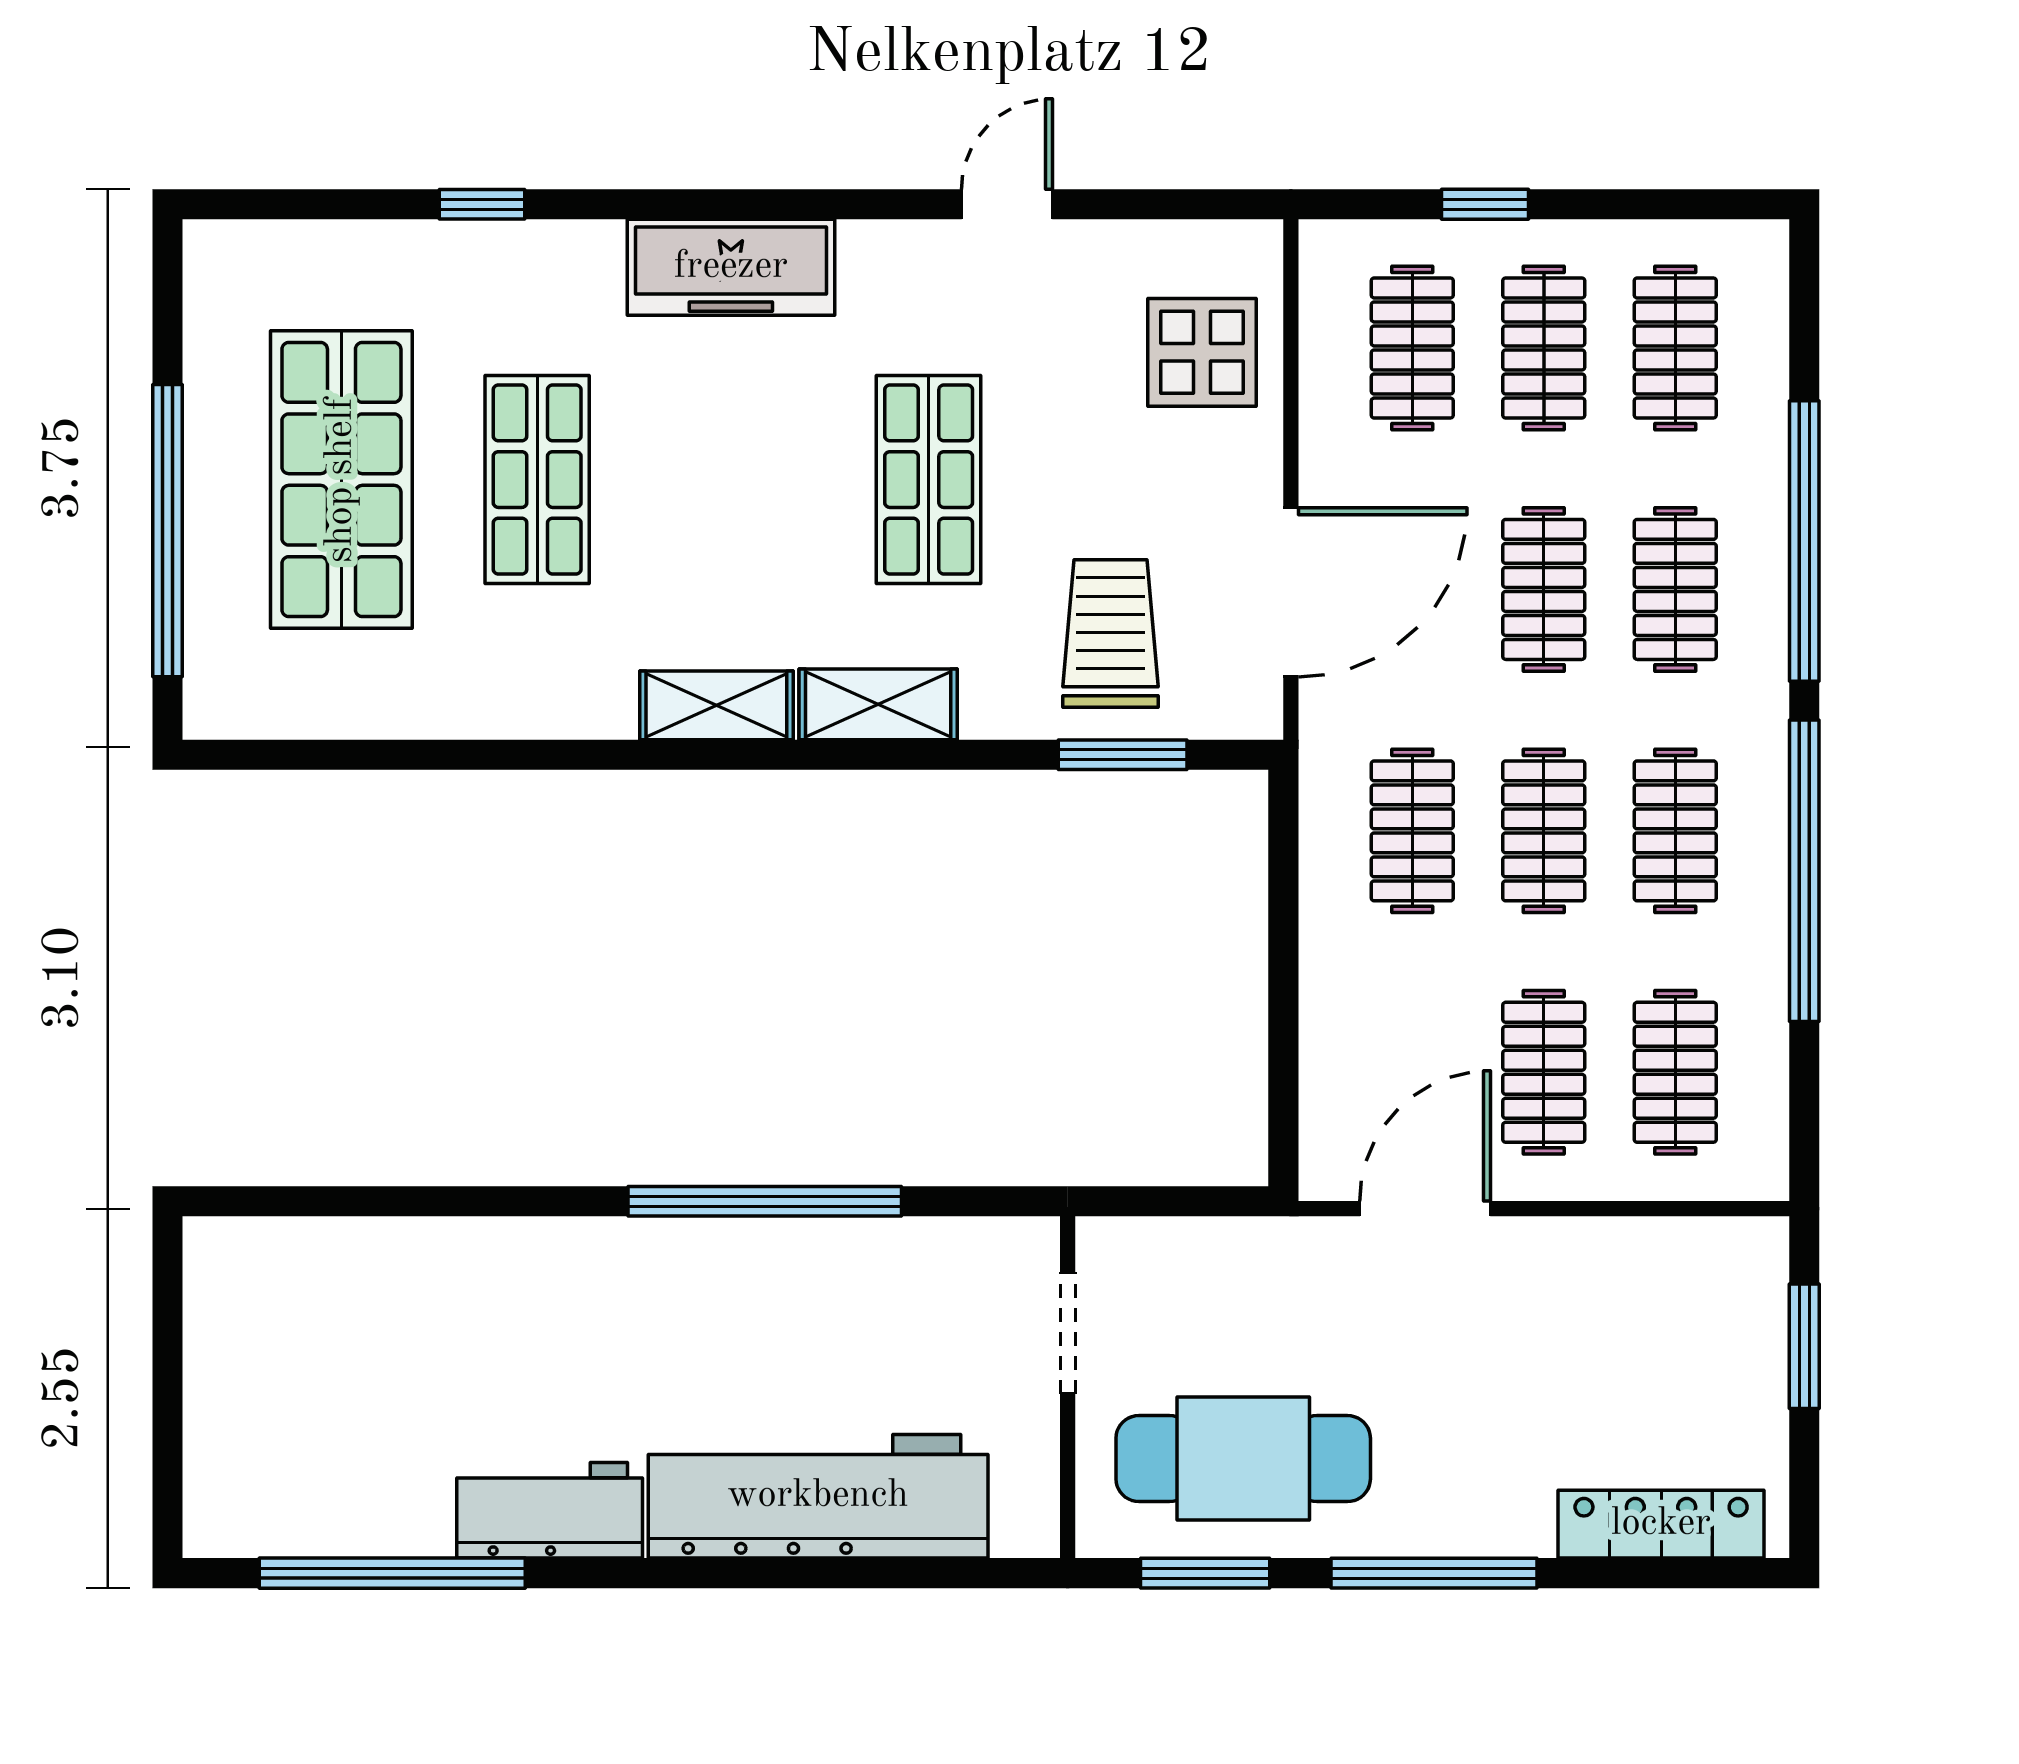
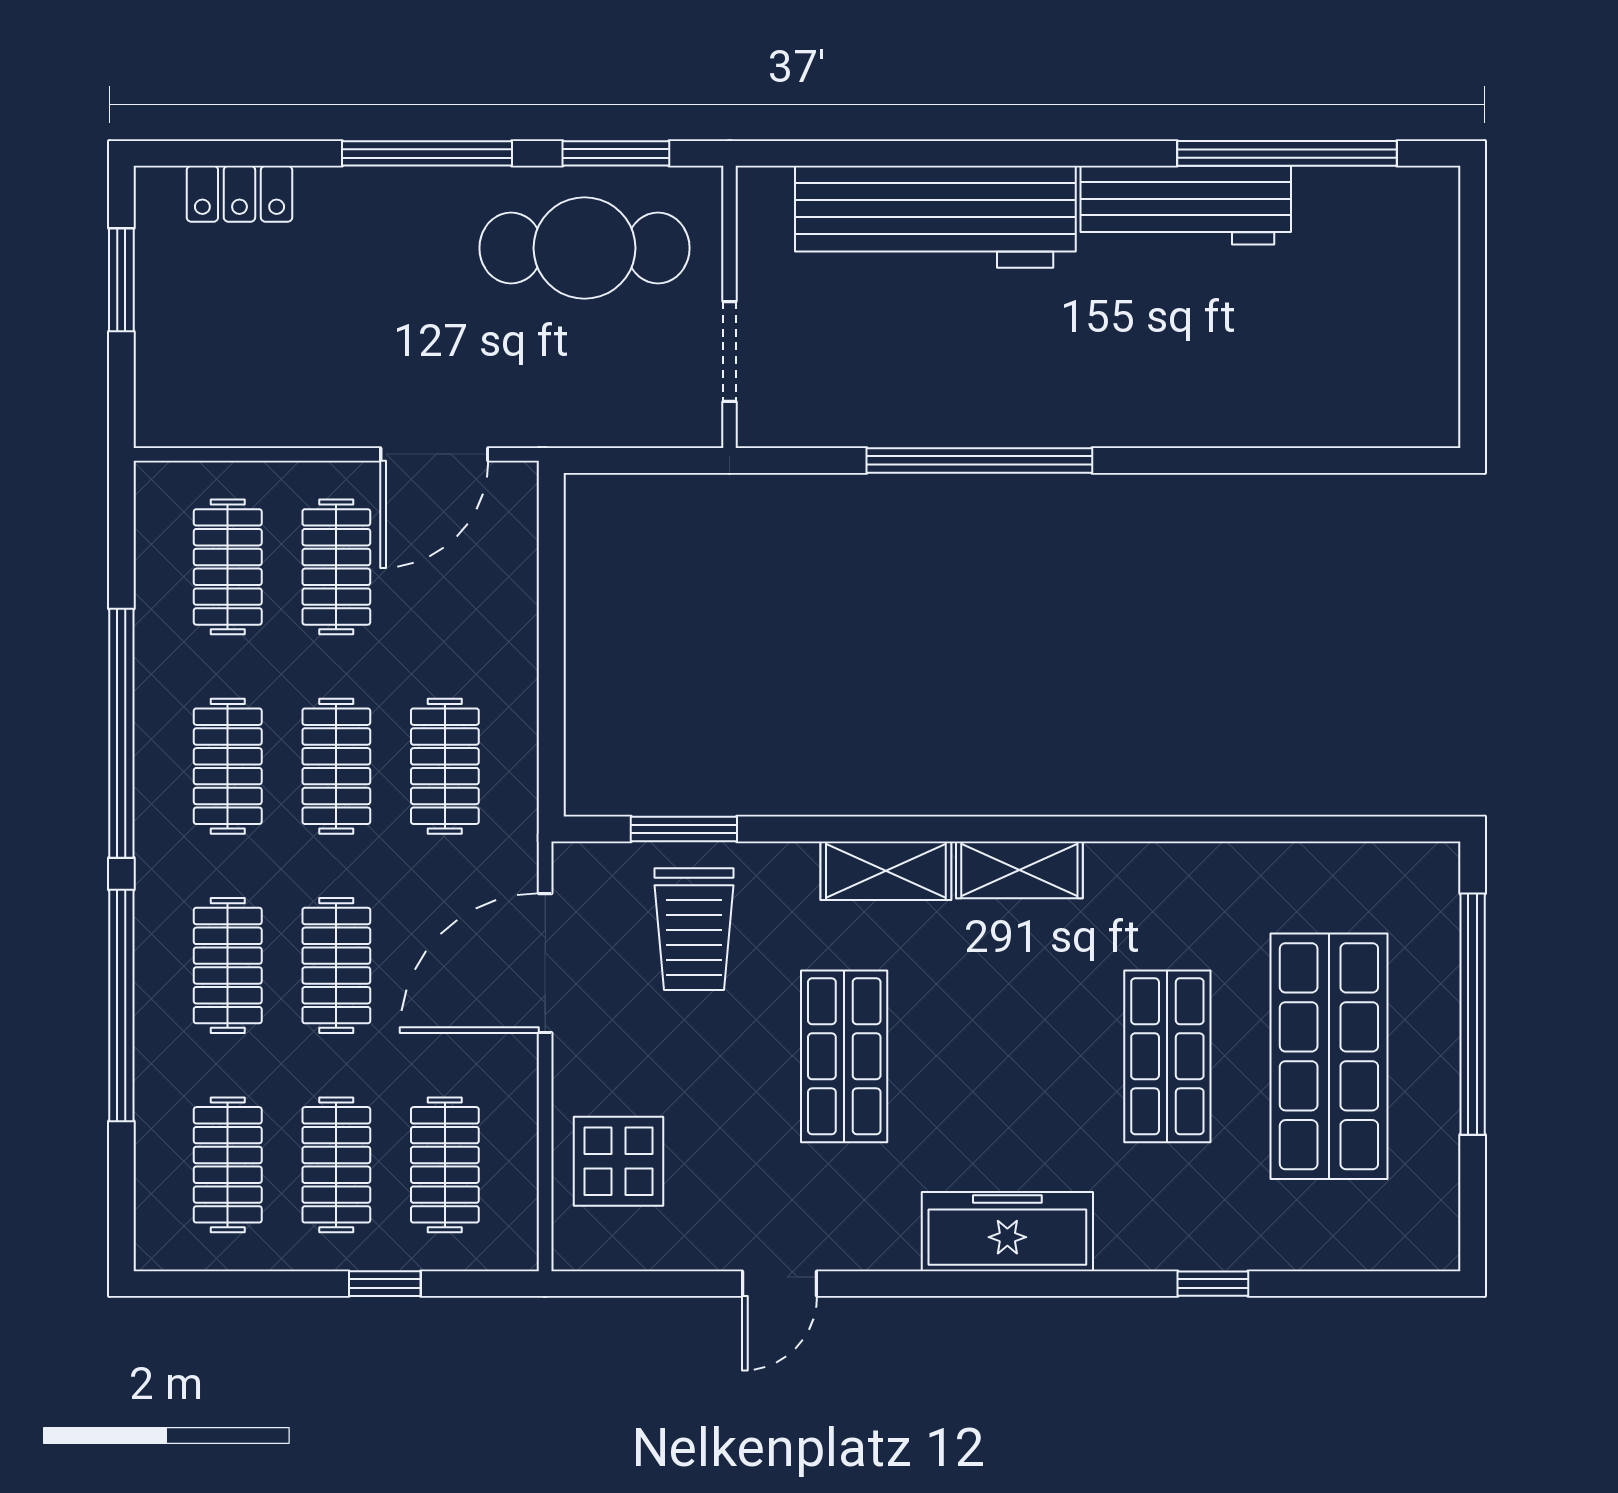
window: (1804, 1346) -> (121, 280), moved
workbench: (550, 1510) -> (1186, 205), width x1.37
locker: (1661, 1524) -> (239, 194), width x0.66

